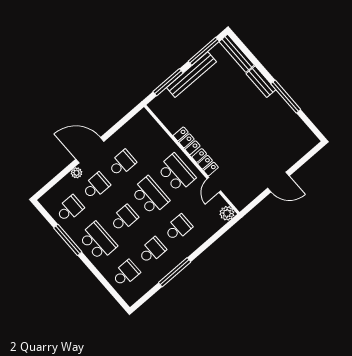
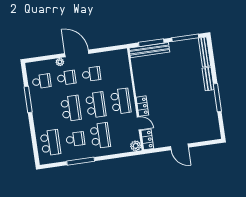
bench: (191, 75) -> (149, 50), moved
locker: (187, 141) -> (147, 139), moved
door: (214, 185) -> (139, 123), swing flipped
school desk: (124, 218) -> (71, 108), width x1.85
school desk: (178, 228) -> (100, 136), width x1.85
school desk: (98, 241) -> (46, 112), removed
school desk: (126, 273) -> (50, 143), width x1.85

